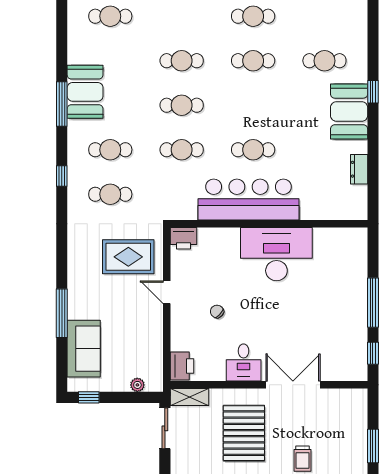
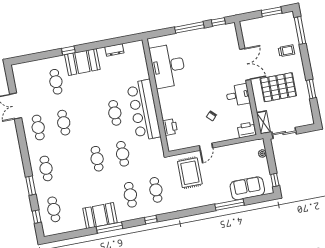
cafe table: (182, 61) -> (46, 168), moved
printer: (183, 238) -> (170, 127), moved
desk: (276, 254) -> (168, 66), moved
double door: (293, 385) -> (245, 64), swing flipped

